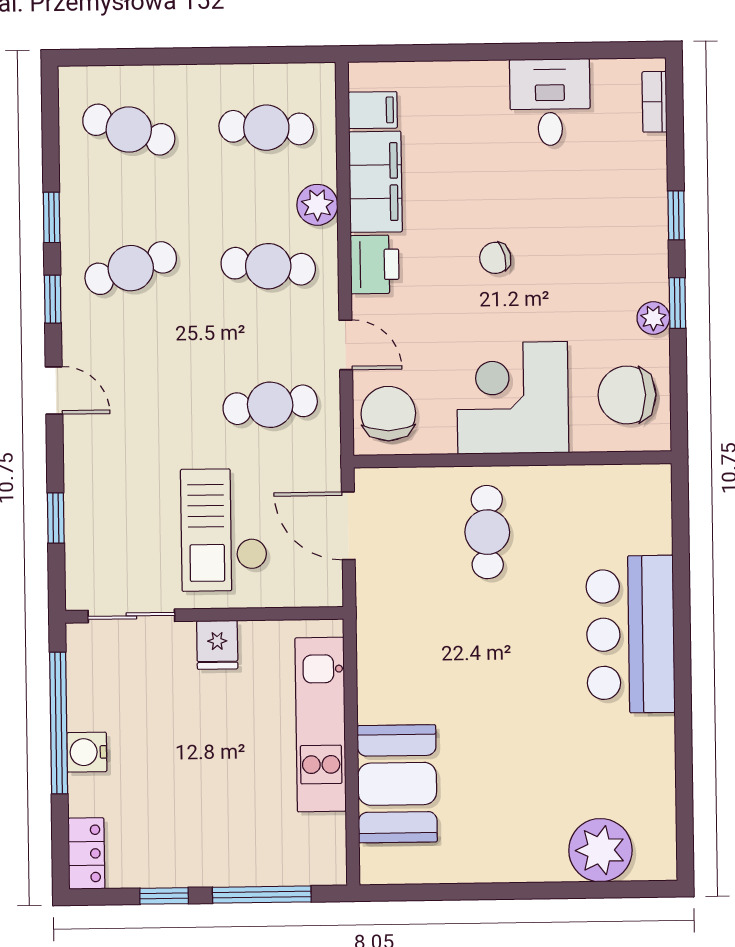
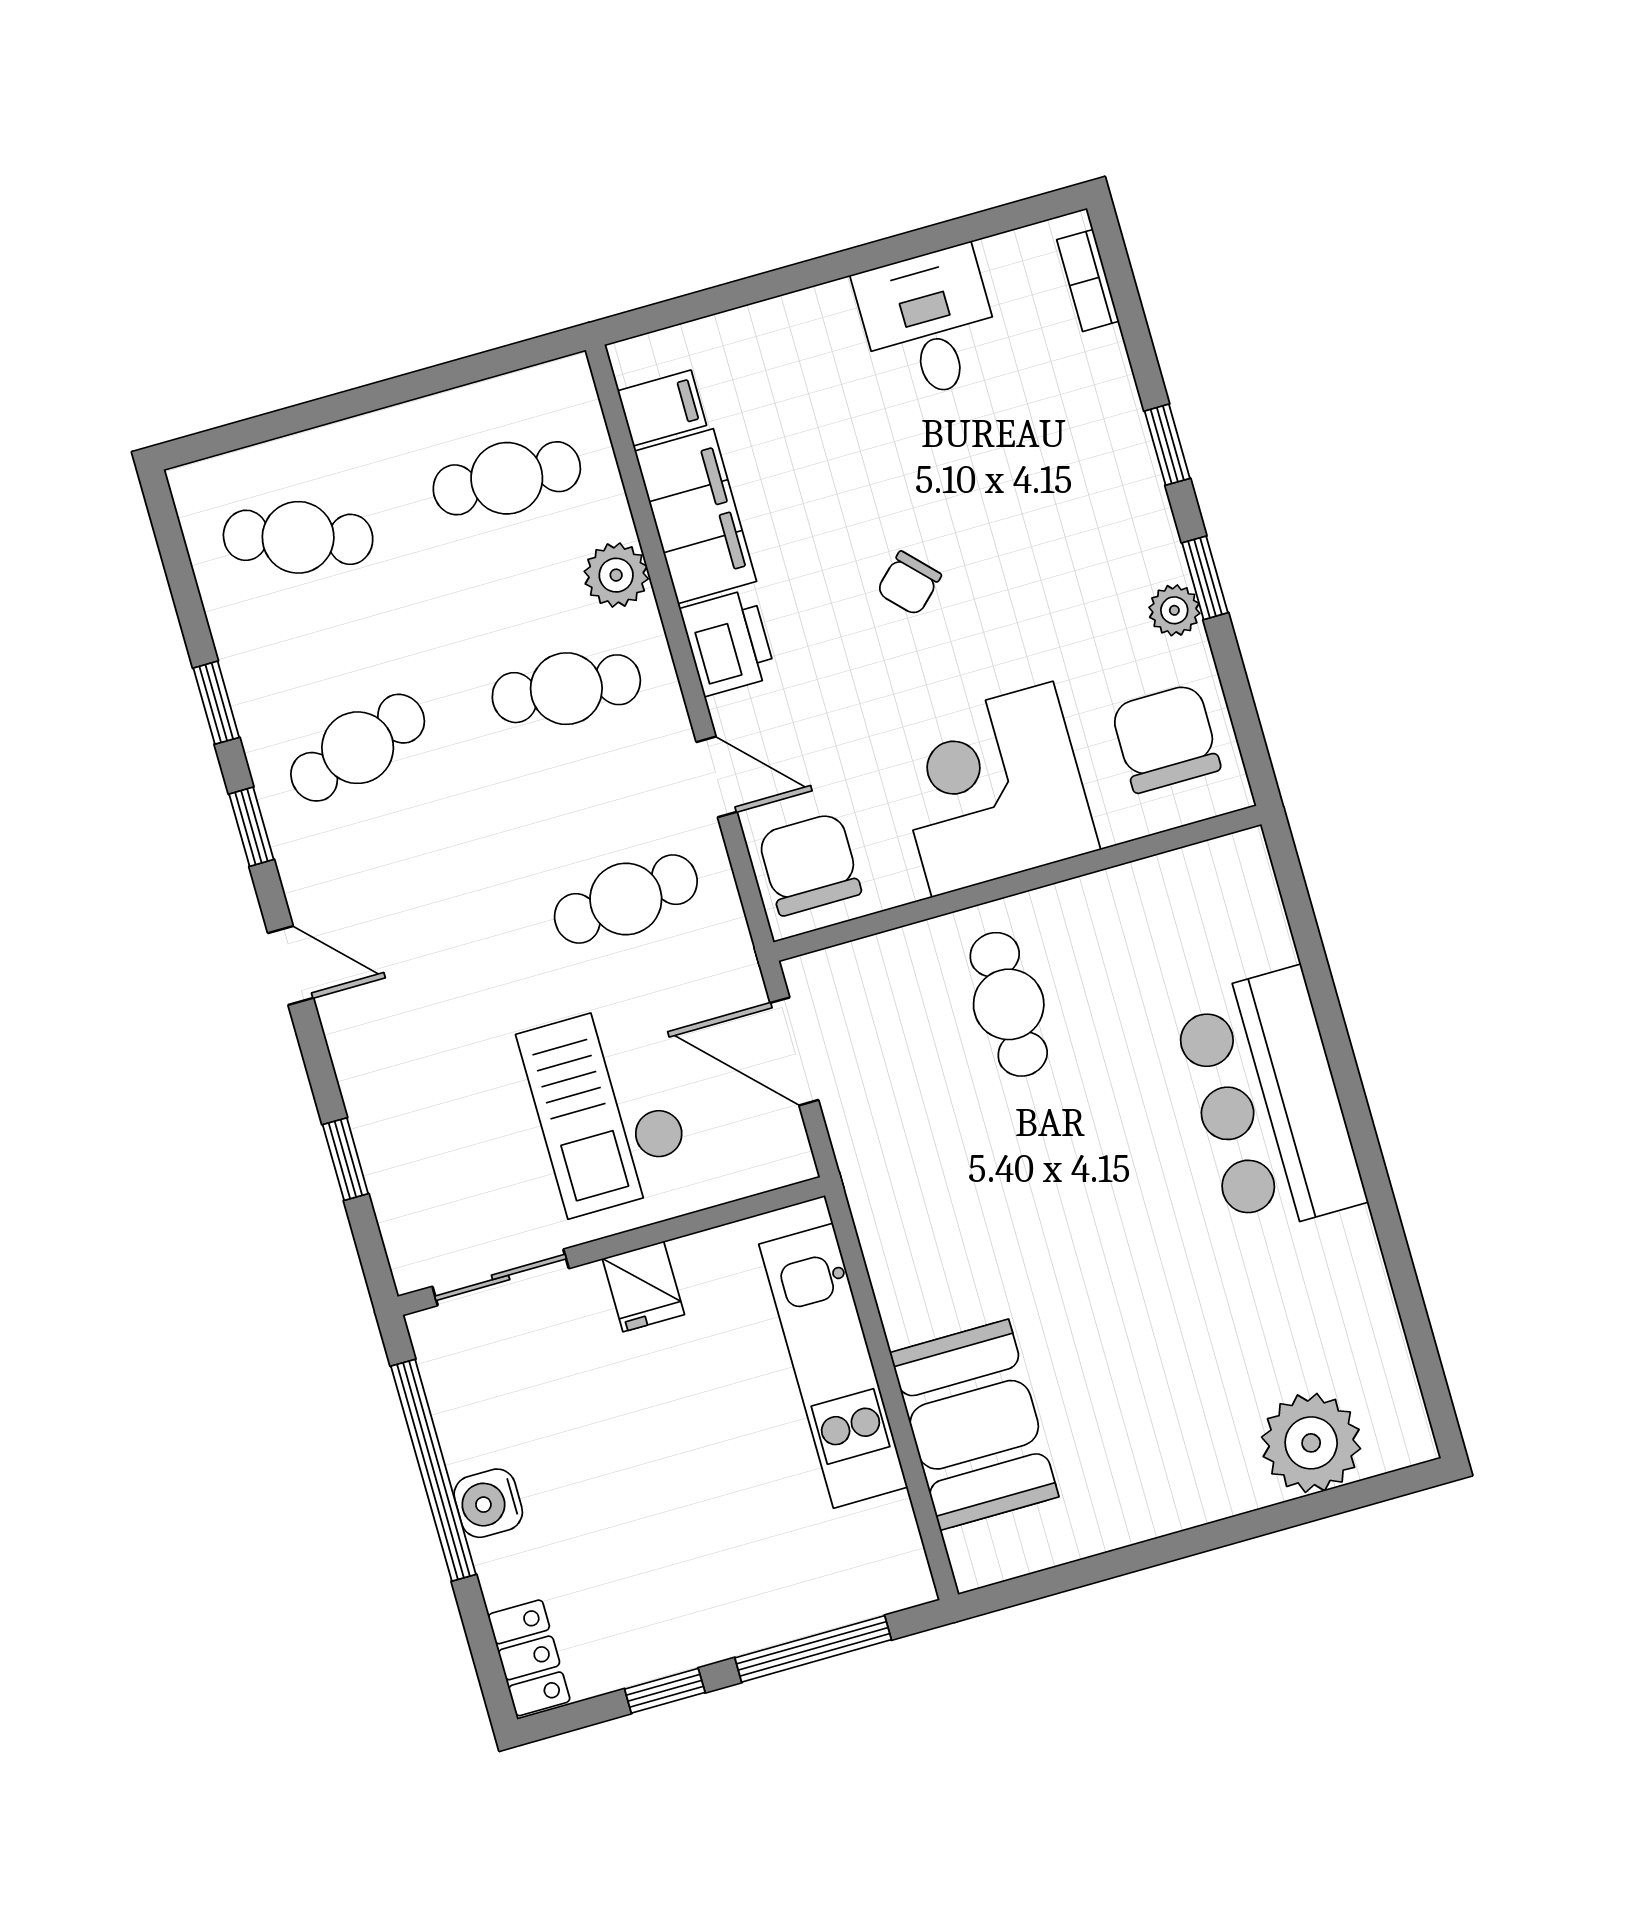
chair: (495, 258) -> (909, 583), turned -30
chair: (627, 395) -> (1166, 738), turned 90

